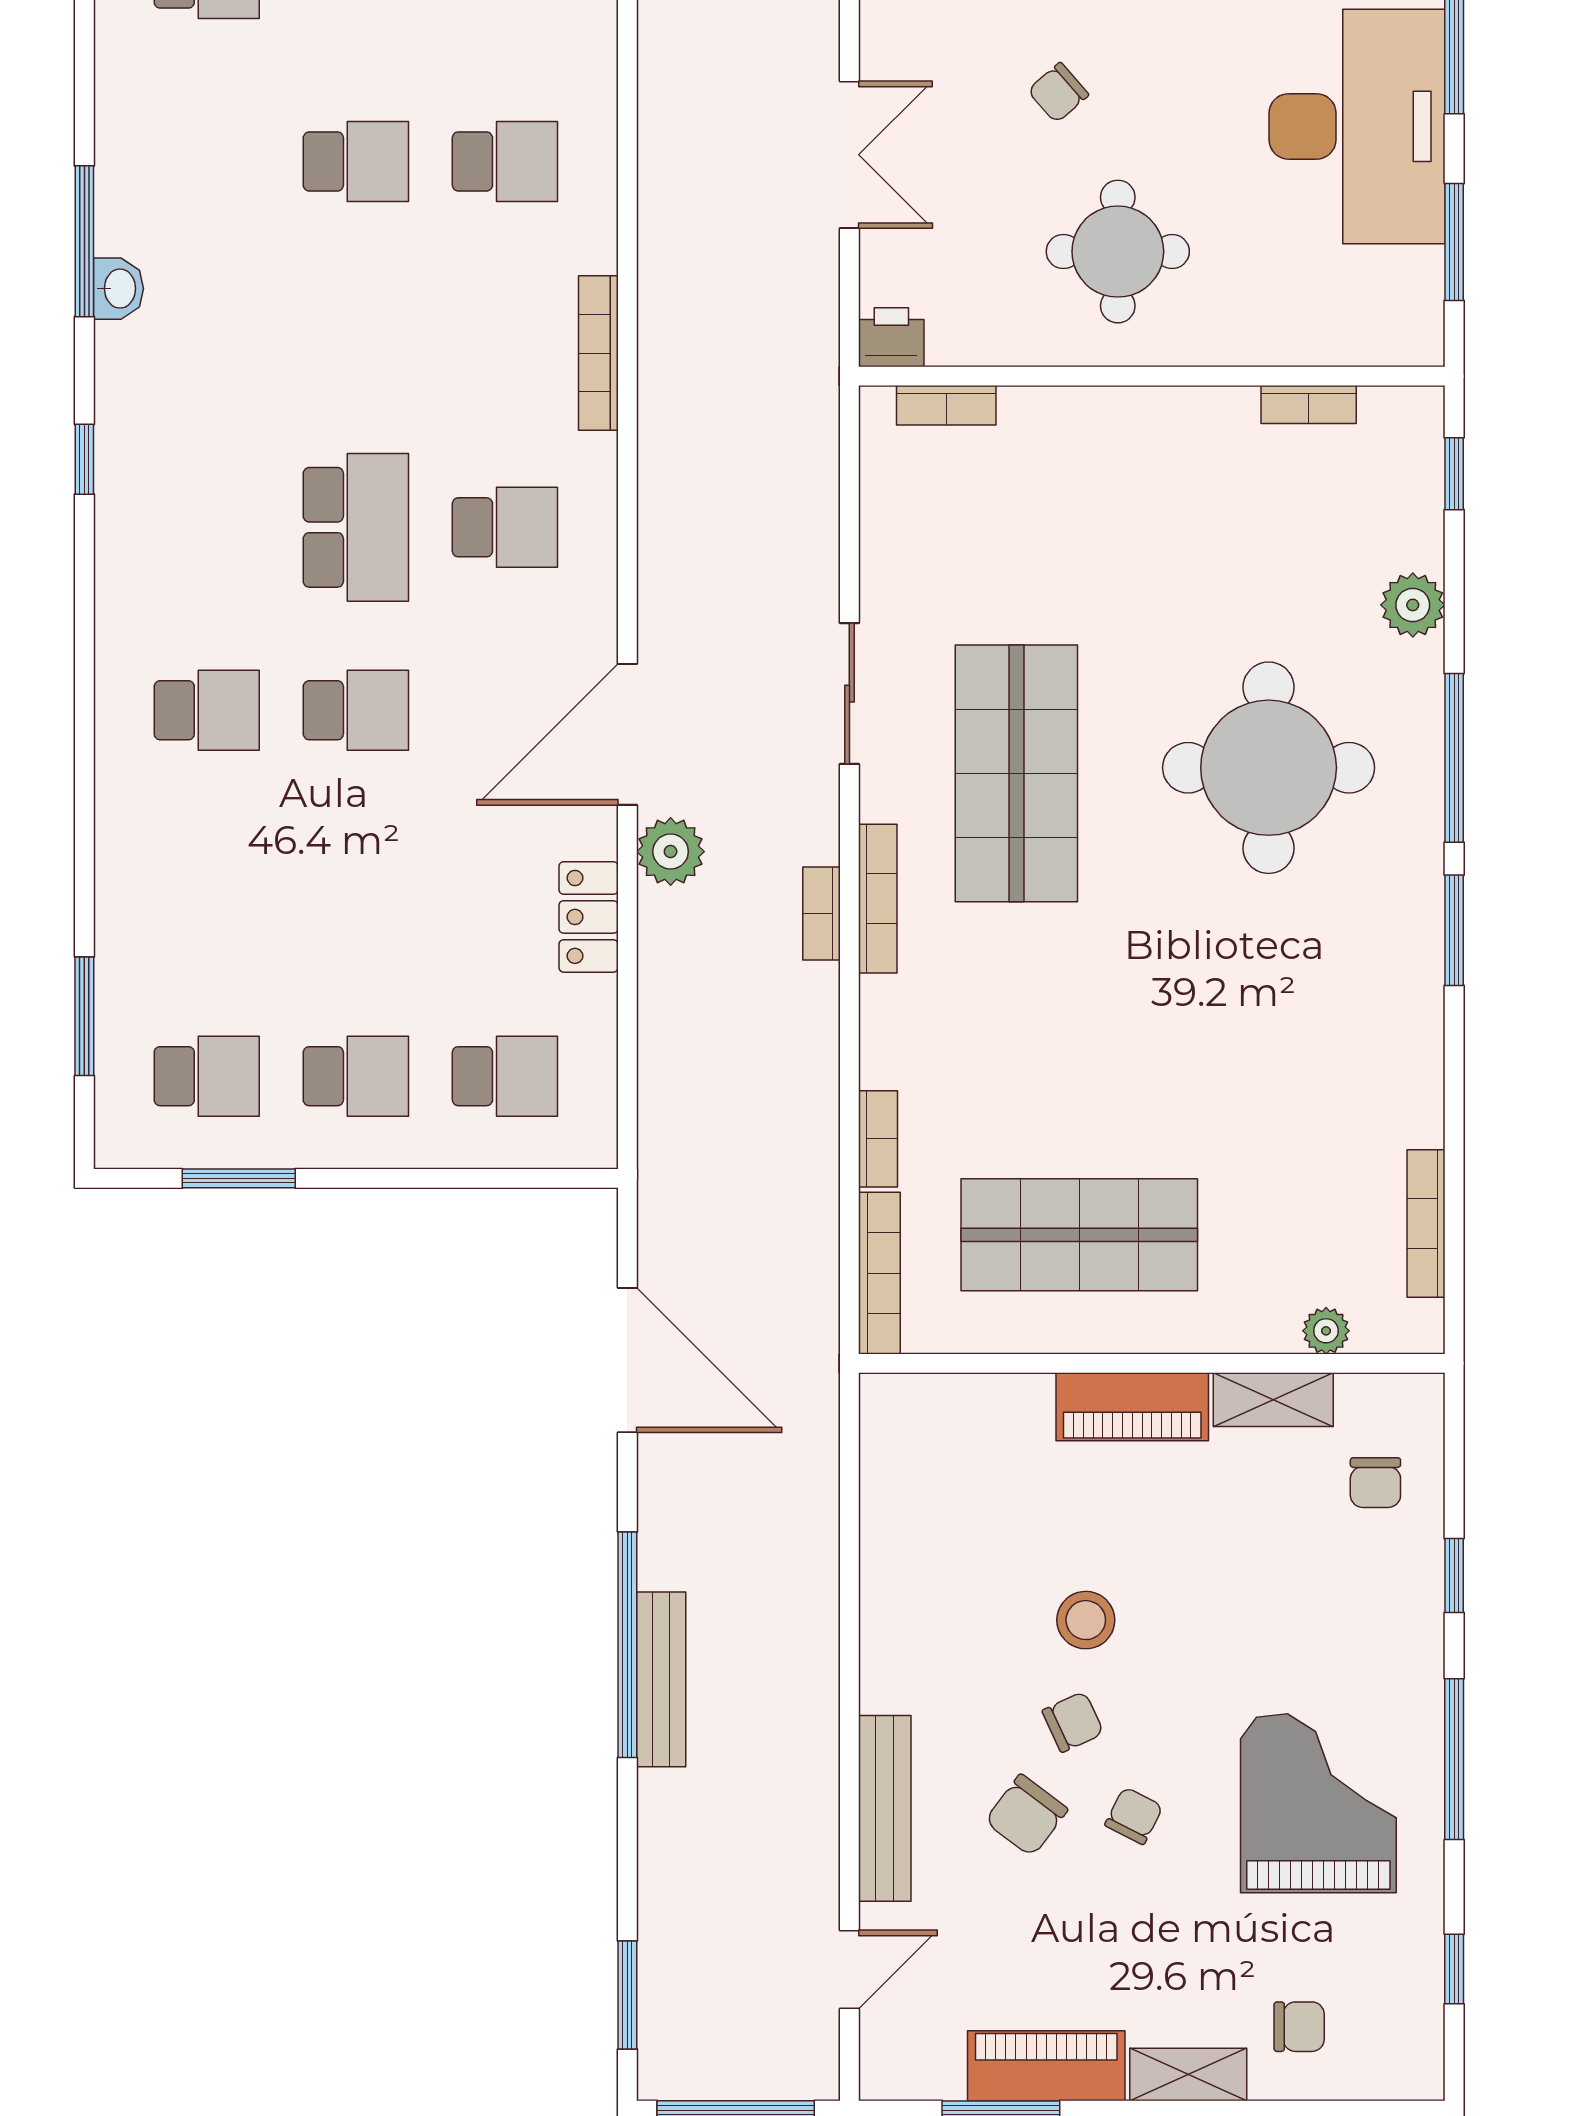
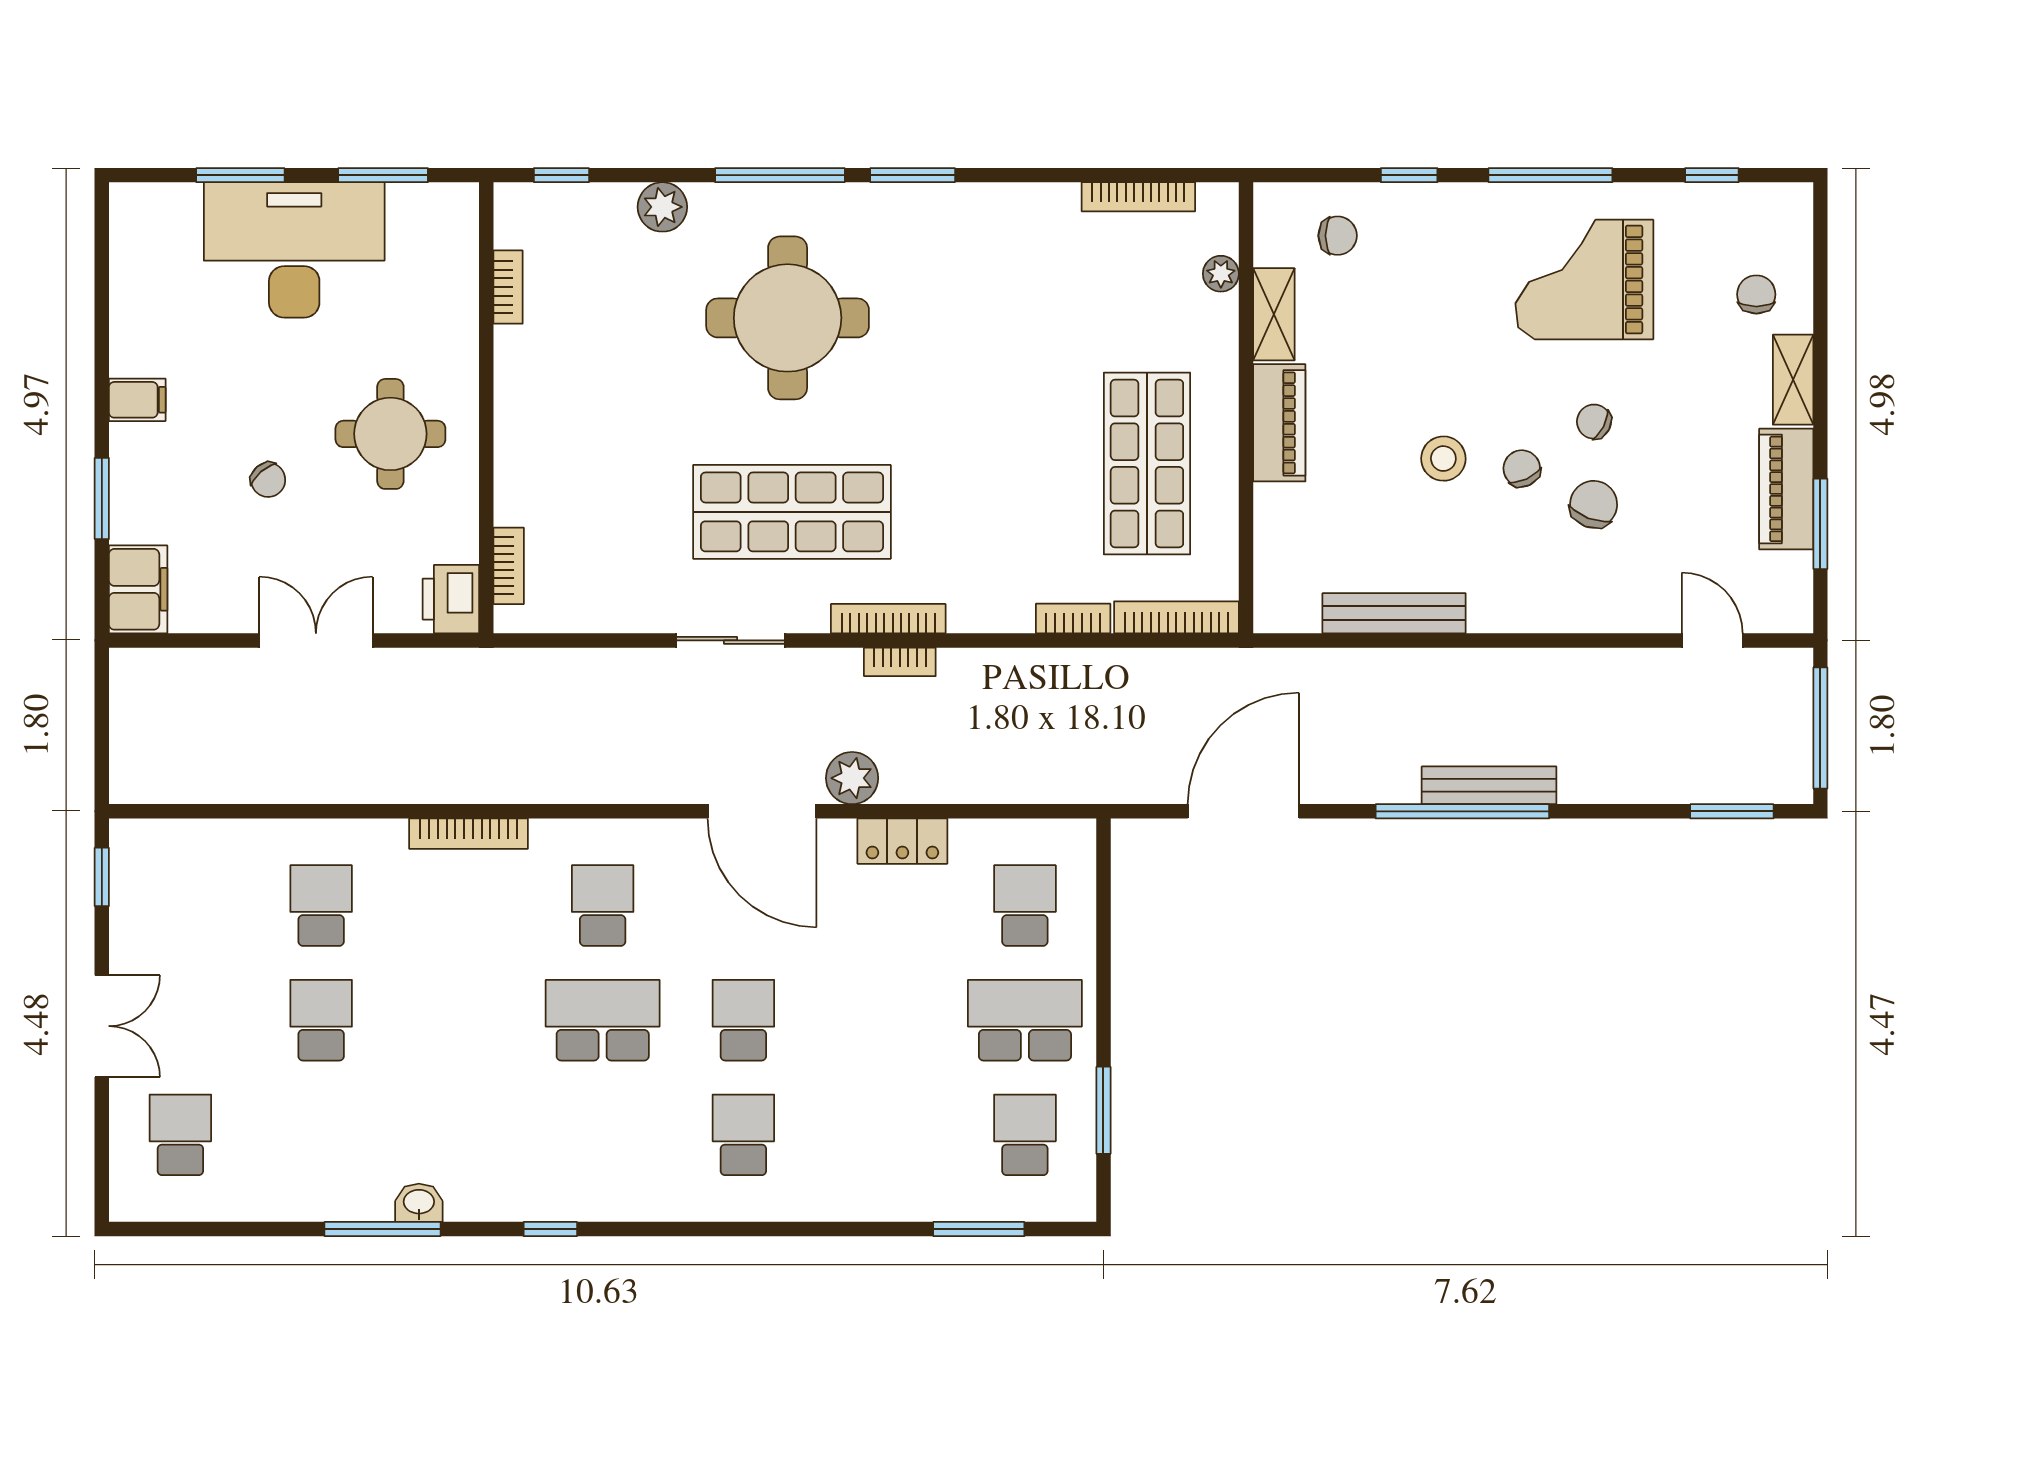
printer: (891, 337) -> (451, 599), width x1.36, depth x1.24
school desk: (356, 1076) -> (1025, 1020), width x1.85
bench: (885, 1808) -> (1394, 613), moved
chair: (1026, 1815) -> (1594, 504), turned -106

